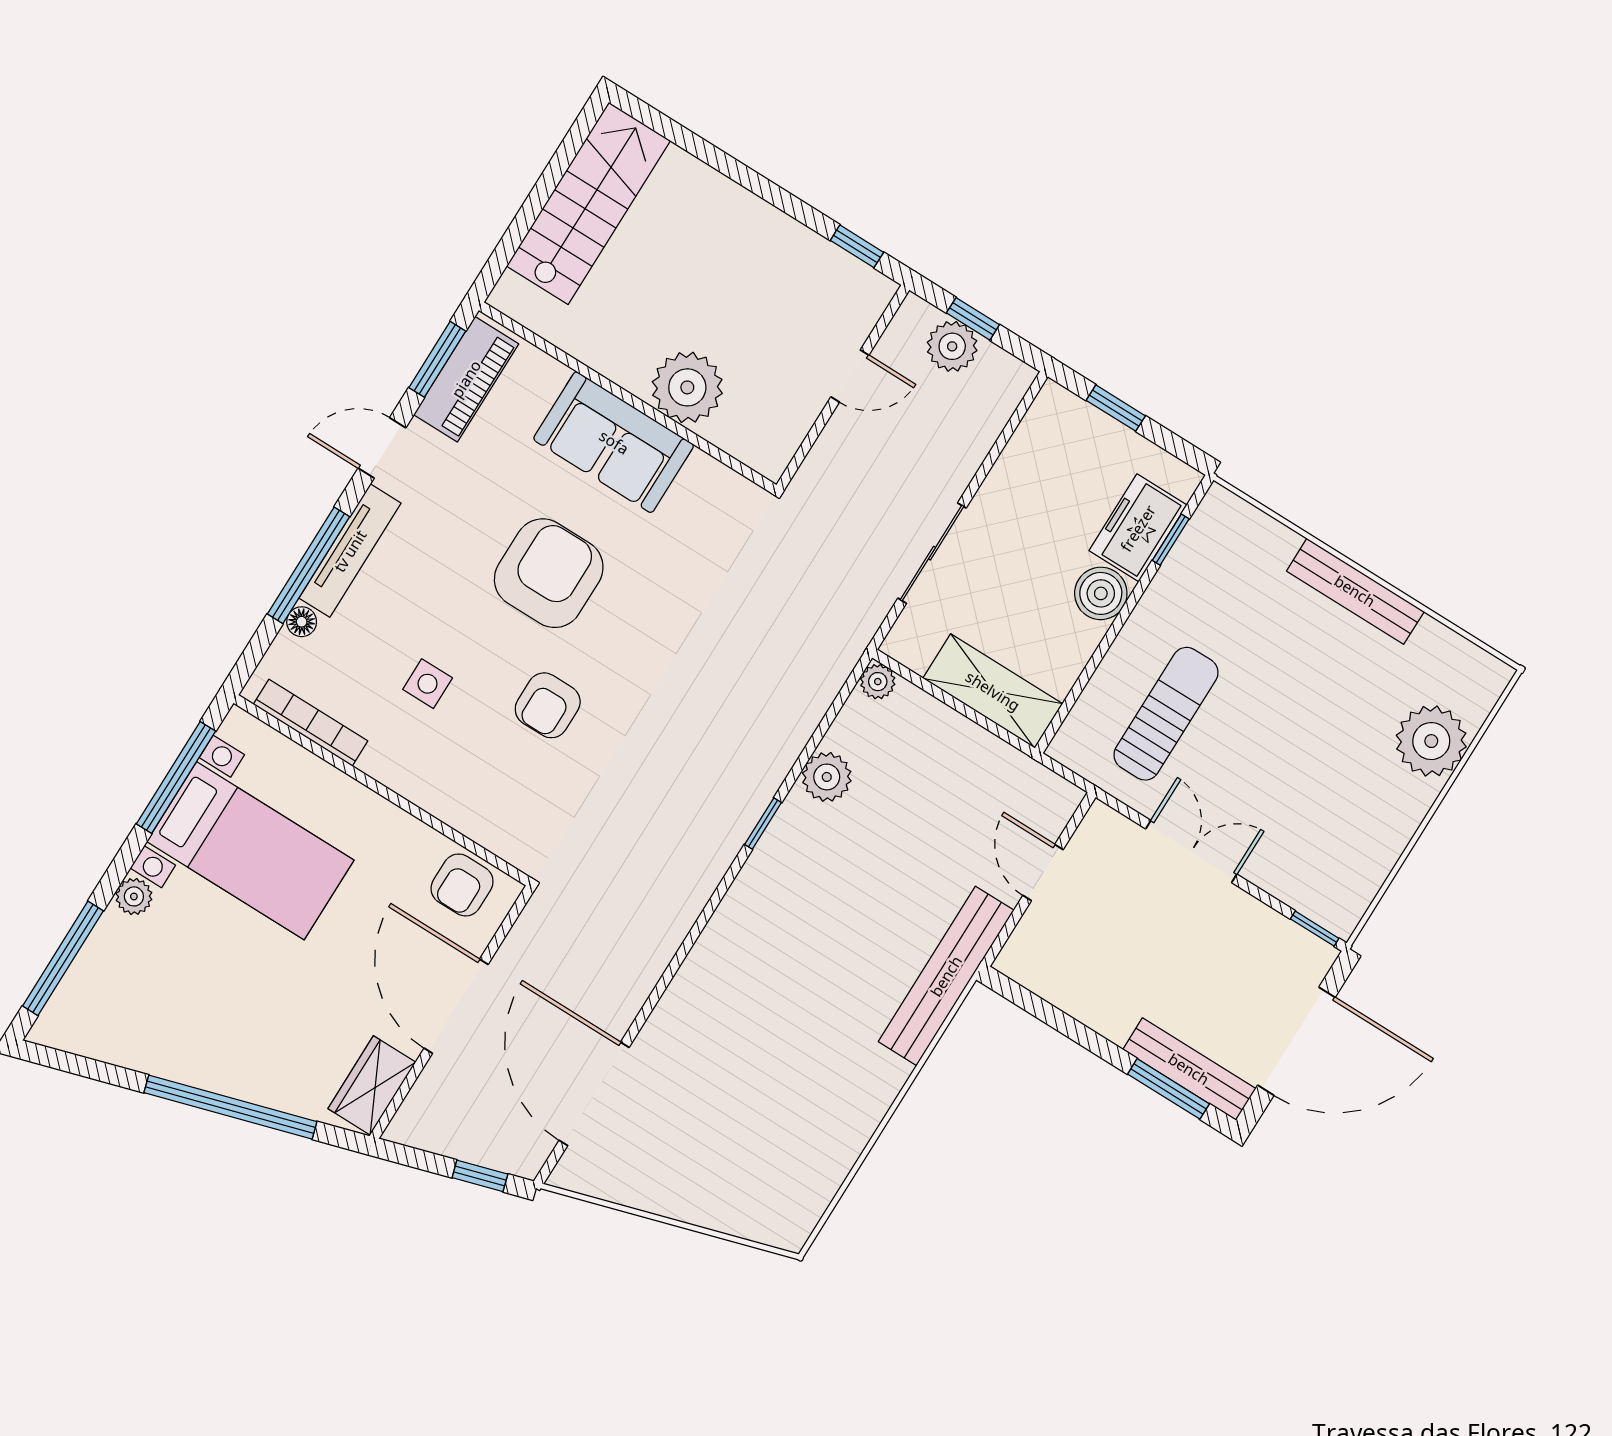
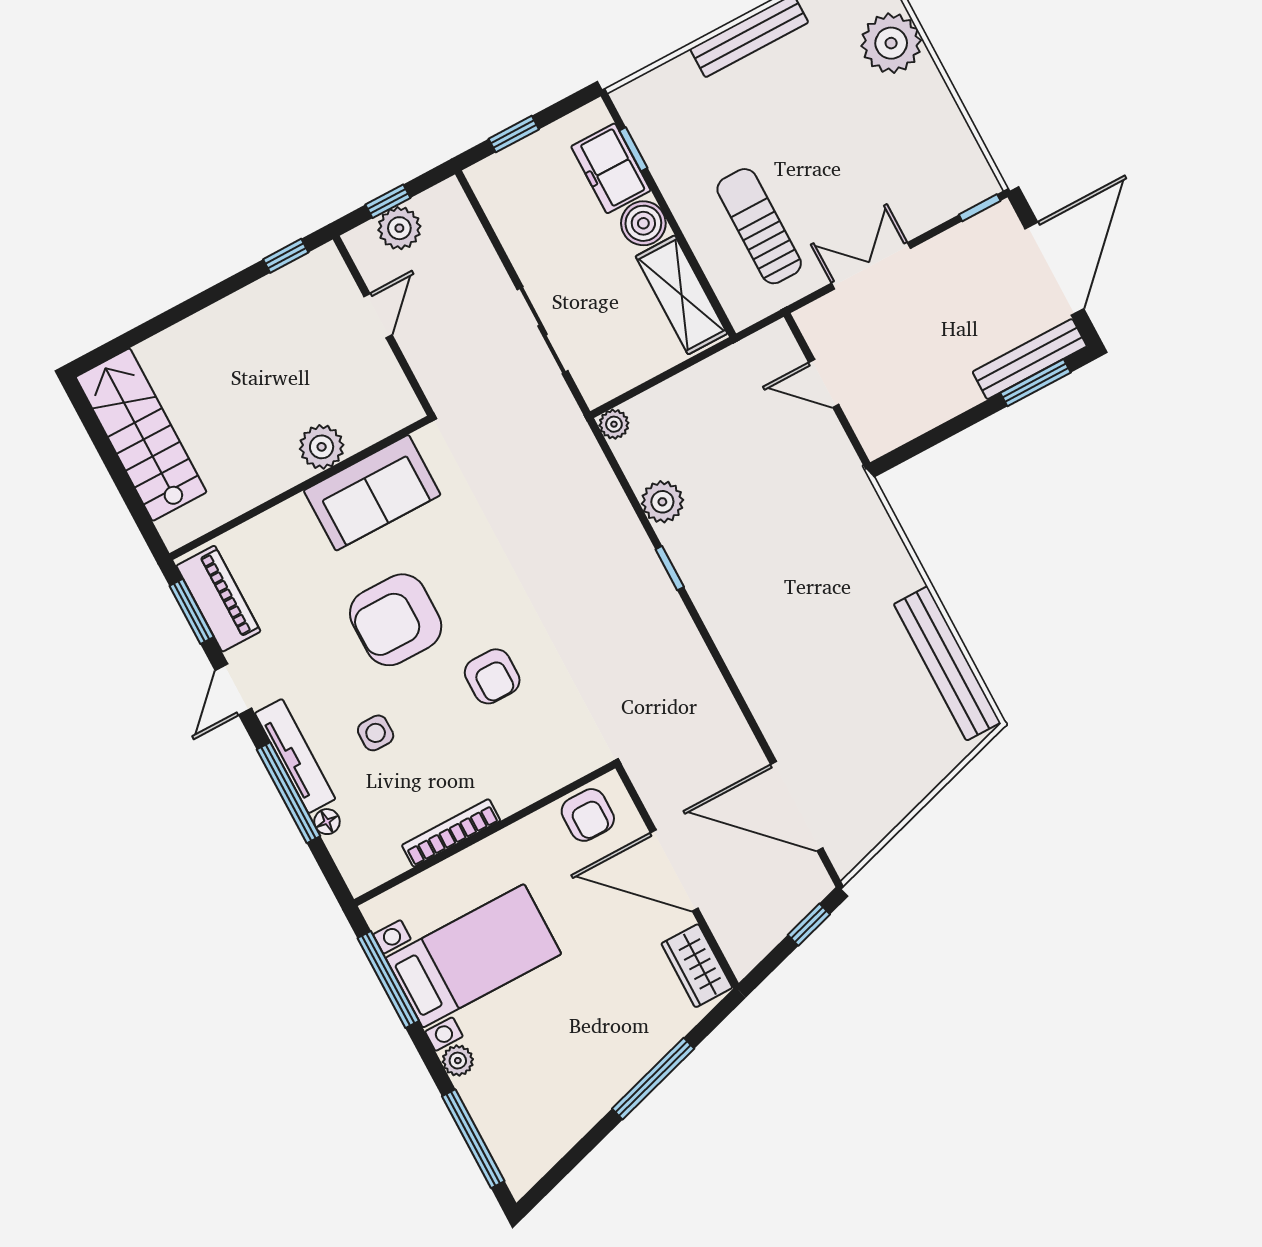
plant: (687, 387) -> (322, 447), width x0.73, depth x0.73
sofa: (614, 442) -> (372, 493), moved
armchair: (549, 573) -> (396, 620), turned -90
side table: (428, 684) -> (376, 733), moved
shelving: (993, 691) -> (681, 295), moved, turned 90
bookcase: (311, 723) -> (451, 833), moved
bench: (946, 976) -> (947, 663), moved
window: (230, 1107) -> (653, 1079), width x0.68

